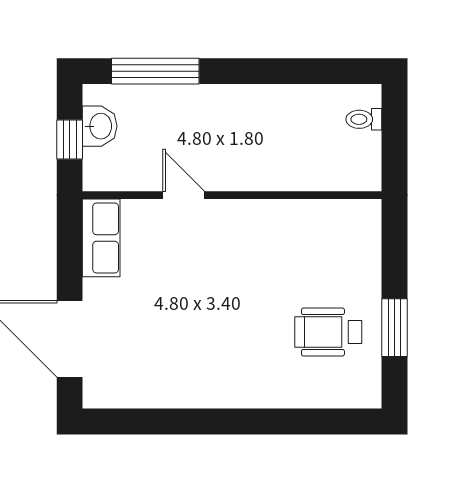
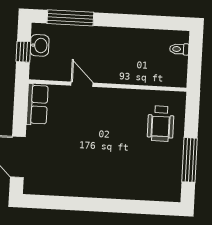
window: (394, 328) -> (190, 160), width x1.44
wheelchair: (328, 332) -> (161, 124), moved, turned -90

